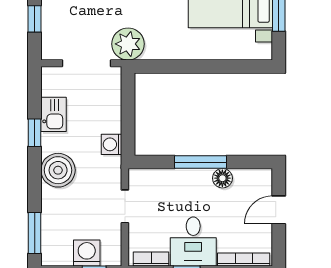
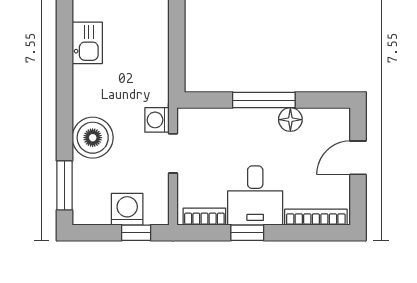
window: (35, 133) -> (65, 65), removed
washing machine: (112, 144) -> (157, 120), moved
boiler: (58, 170) -> (93, 138), moved

